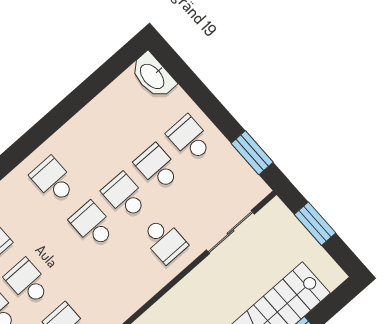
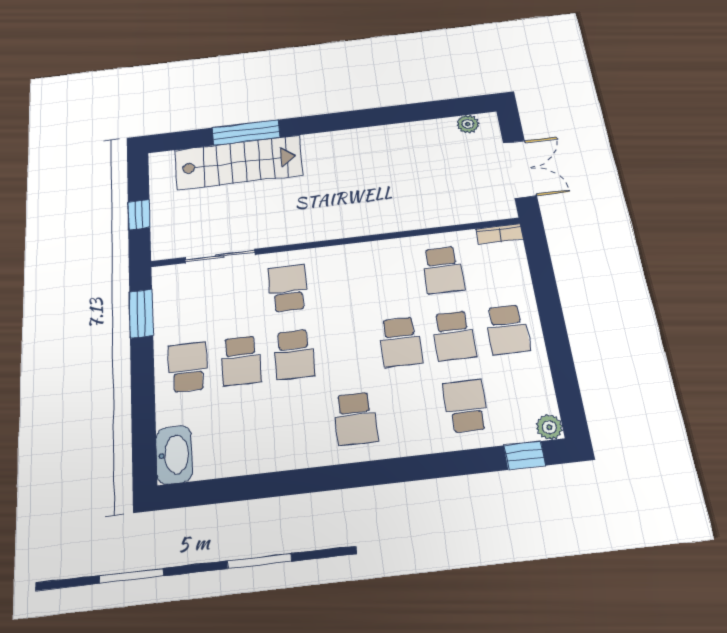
school desk: (190, 138) -> (188, 367), turned 180
window: (315, 224) -> (139, 215), width x0.67
school desk: (92, 225) -> (400, 342), moved

